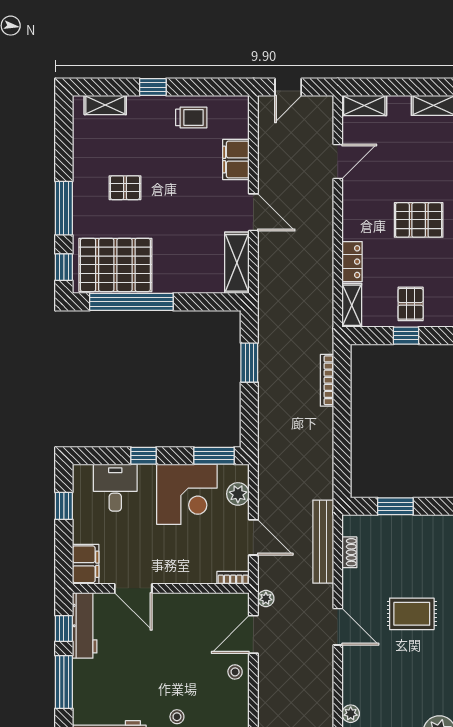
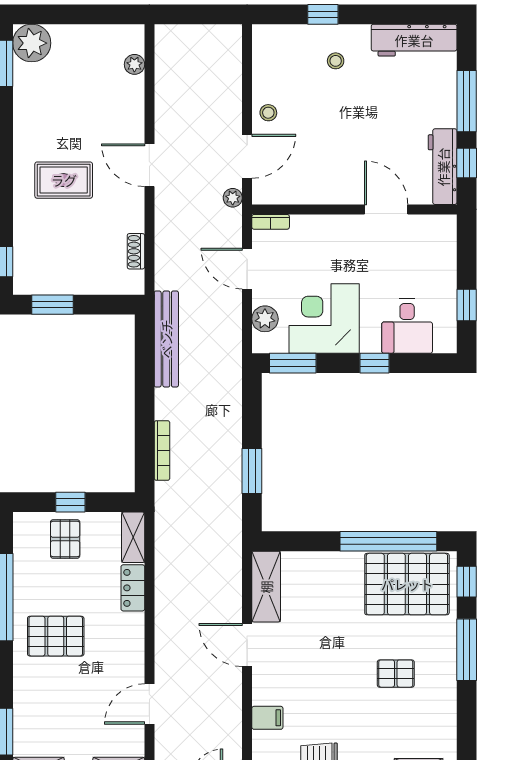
filing cabinet: (236, 160) -> (267, 718), width x0.50
window: (395, 506) -> (53, 305), moved
bench: (323, 542) -> (166, 339), moved
filing cabinet: (86, 564) -> (441, 237), removed

